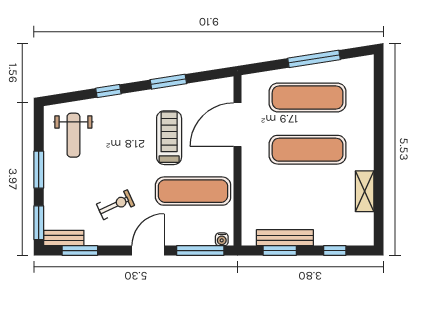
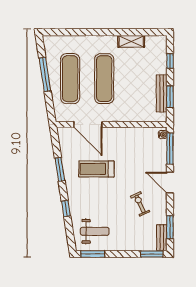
window: (39, 170) -> (93, 254), moved
exercise mat: (193, 191) -> (131, 153), removed

